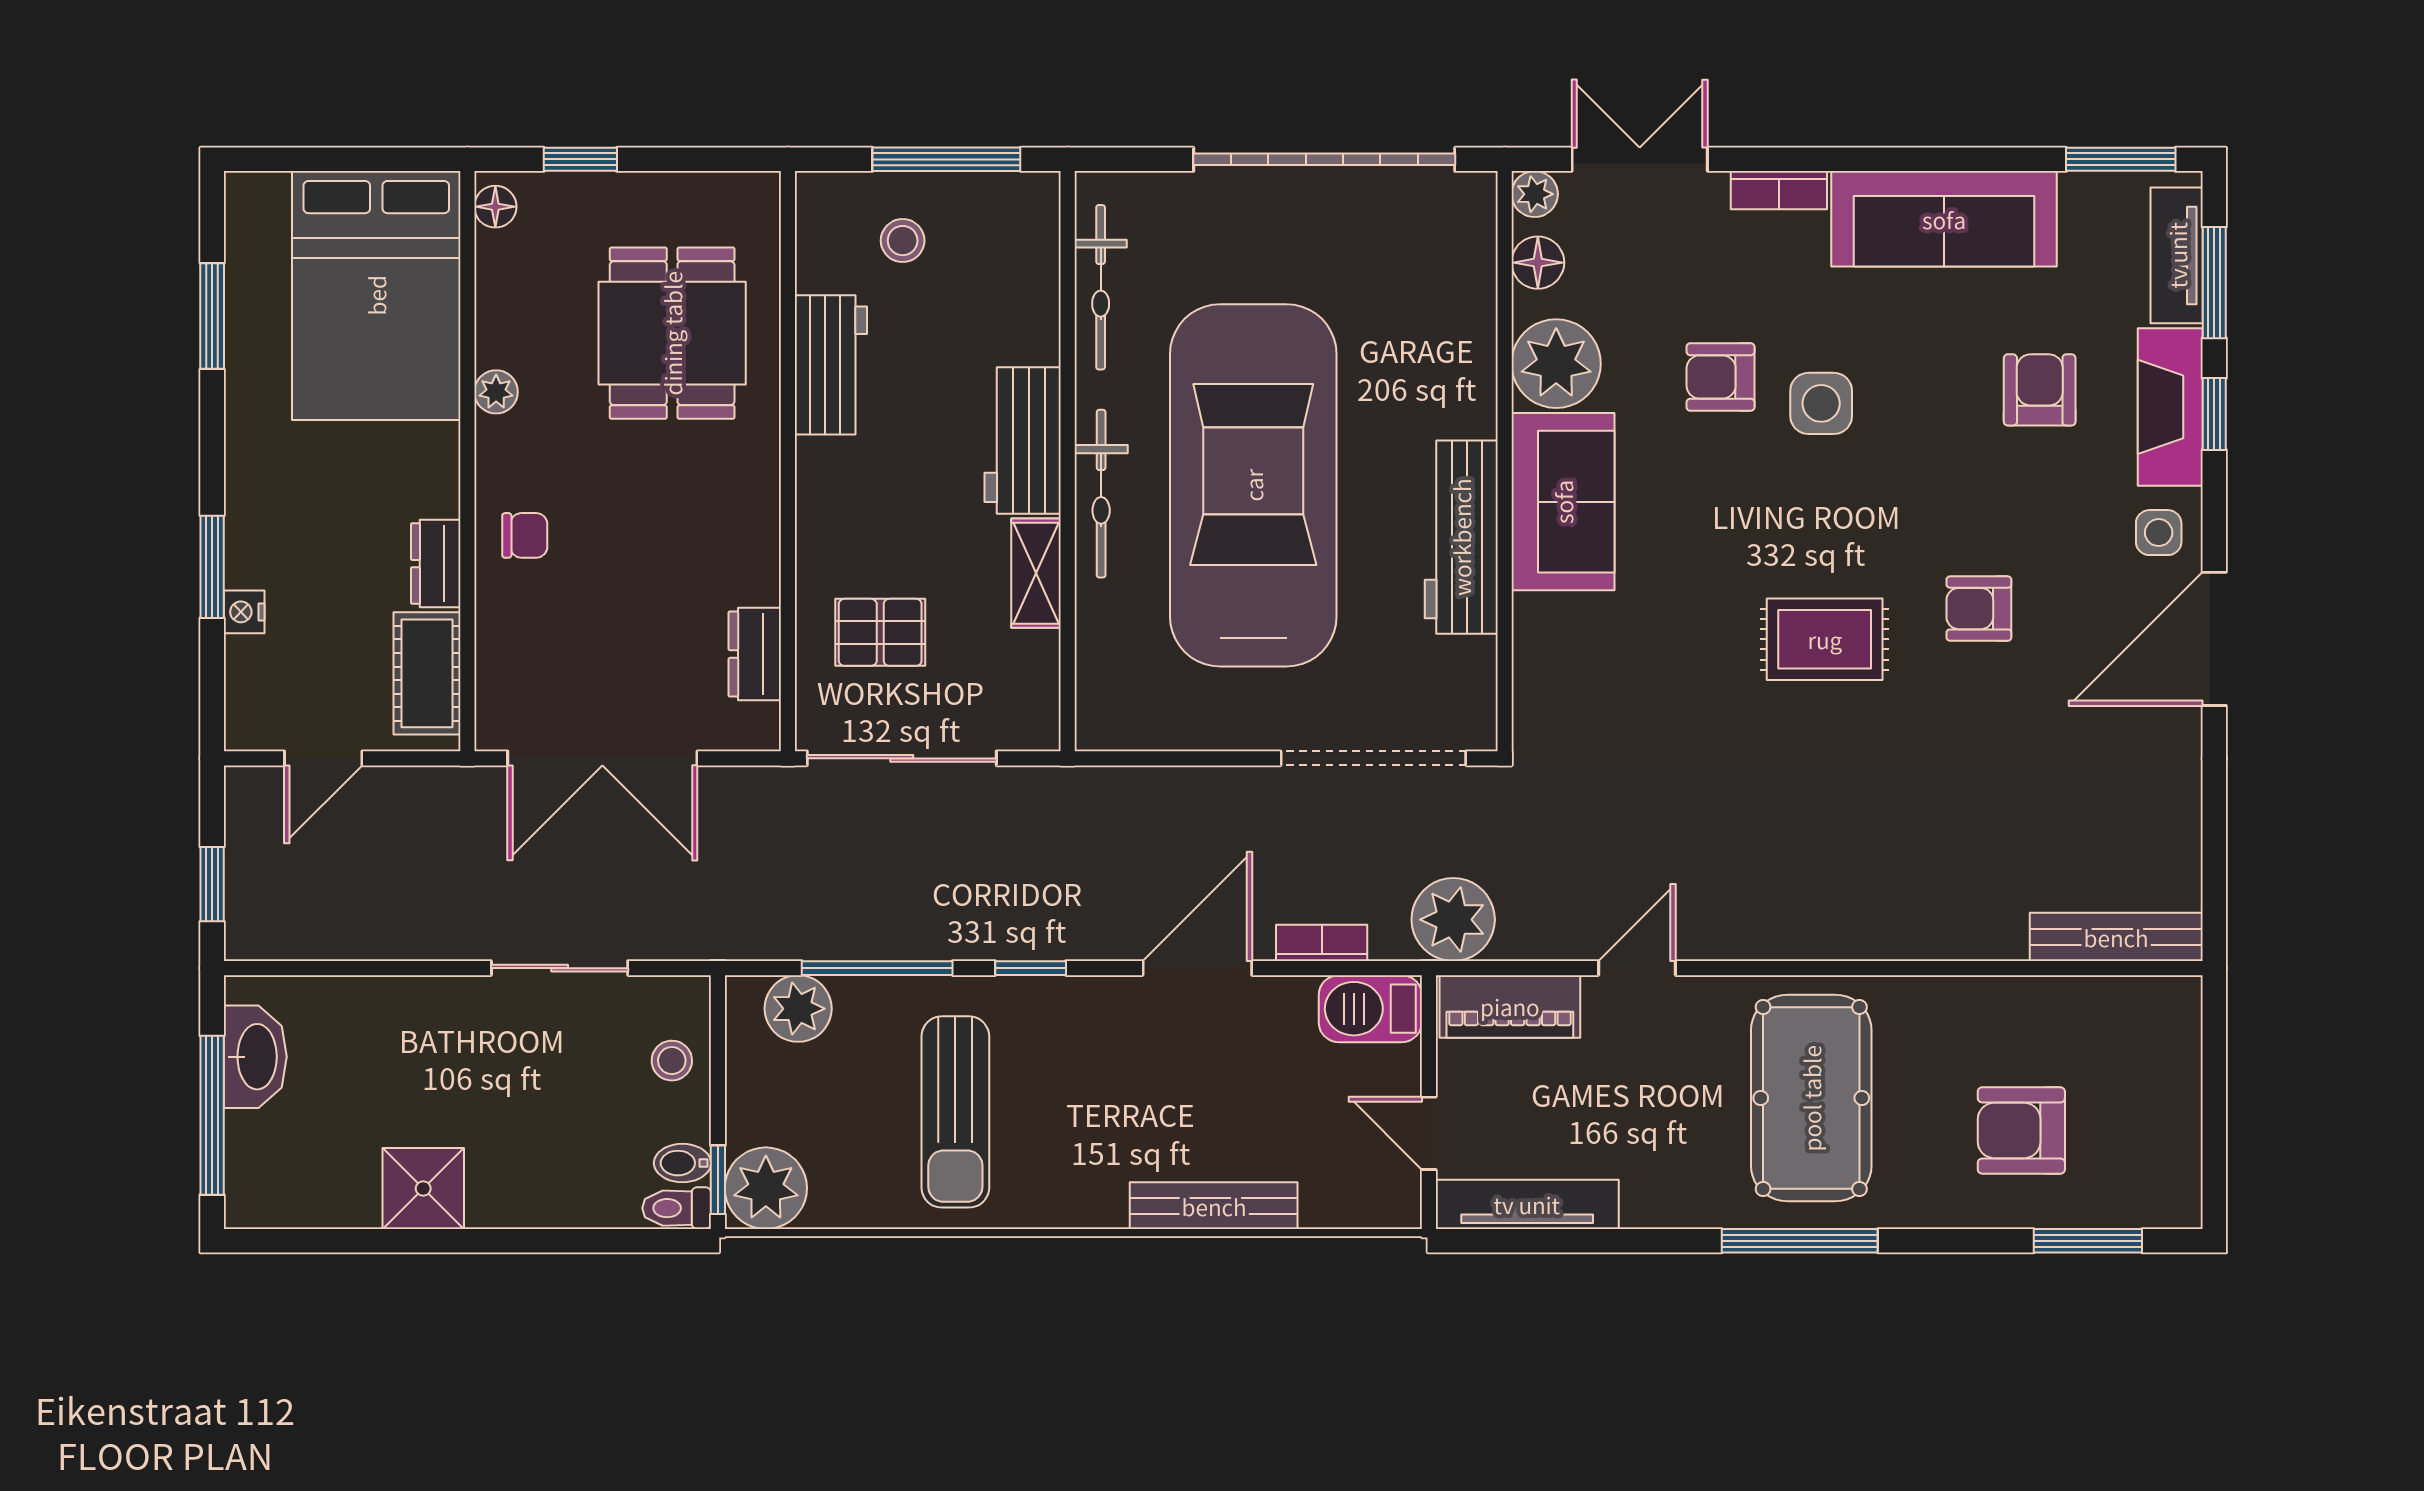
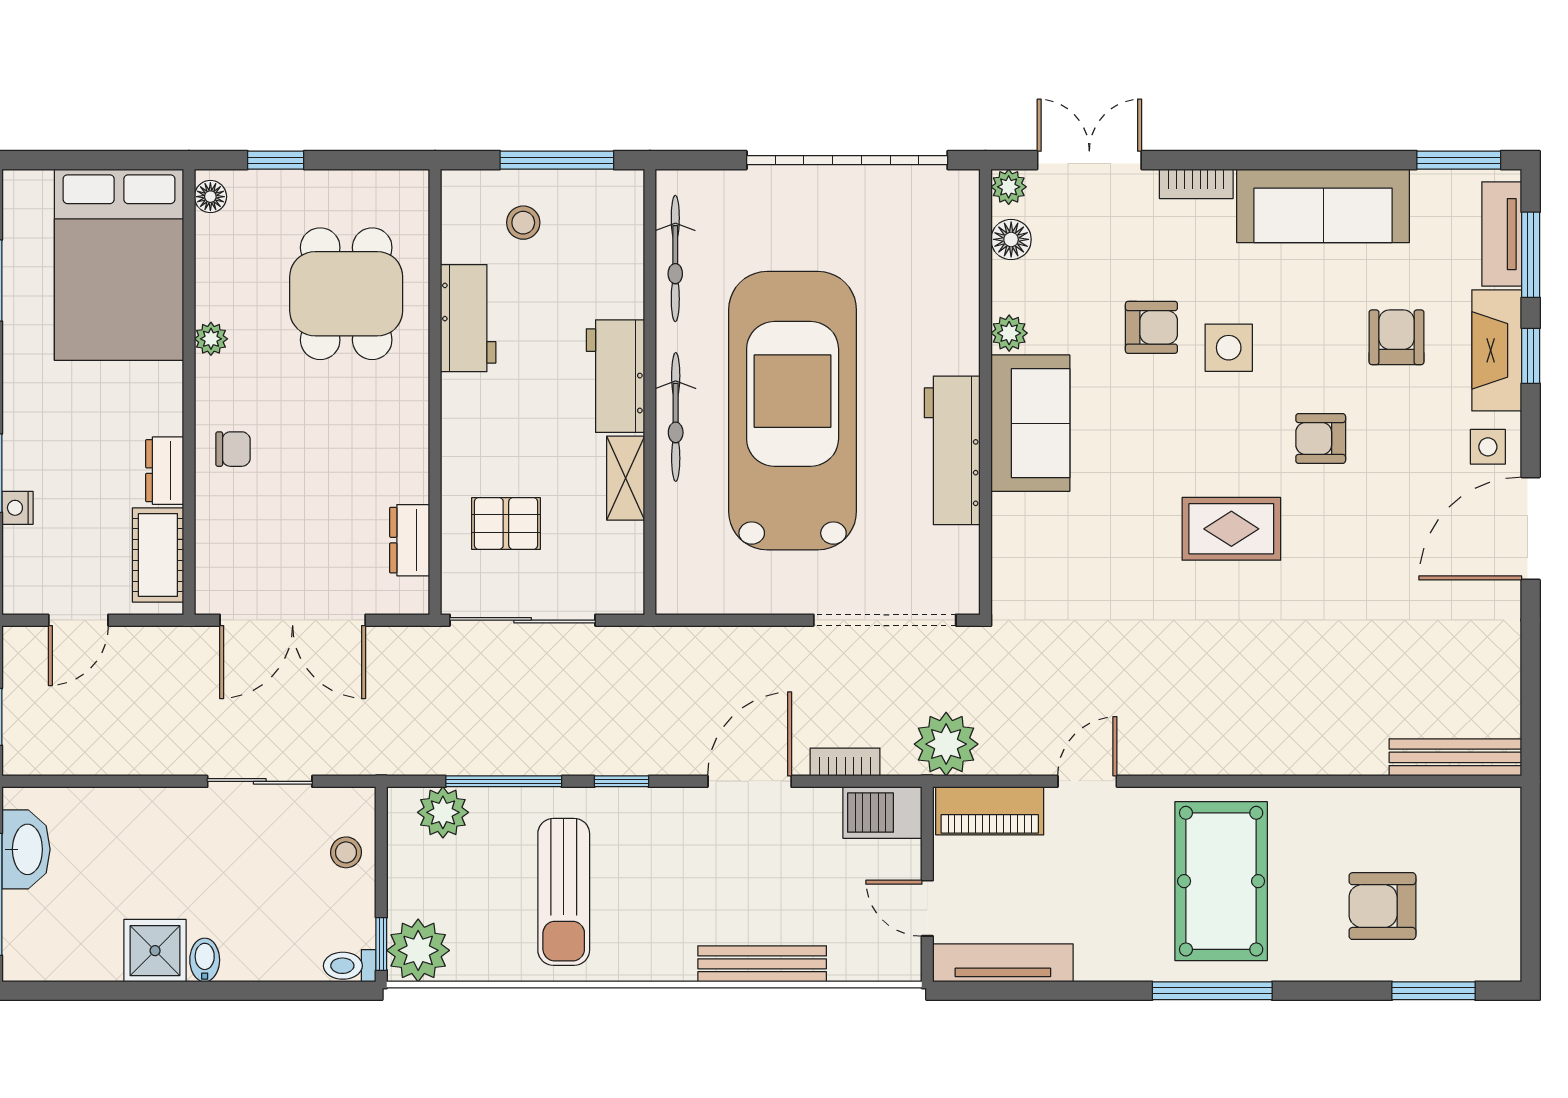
plant: (1556, 364) -> (1009, 333), width x0.53, depth x0.53
armchair: (1721, 377) -> (1151, 327), turned 180
armchair: (1979, 609) -> (1321, 438), moved
bidet: (682, 1163) -> (205, 960), moved, turned 90

